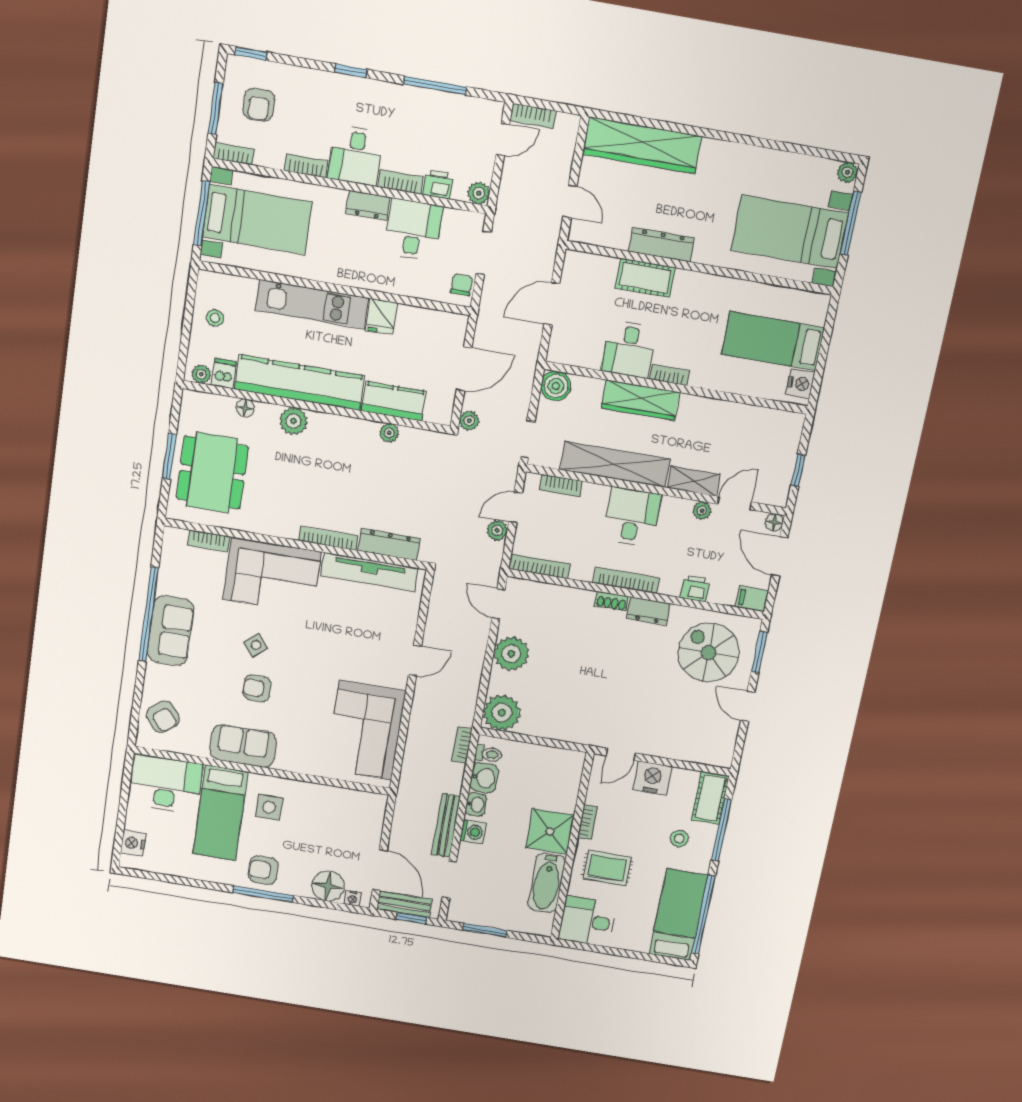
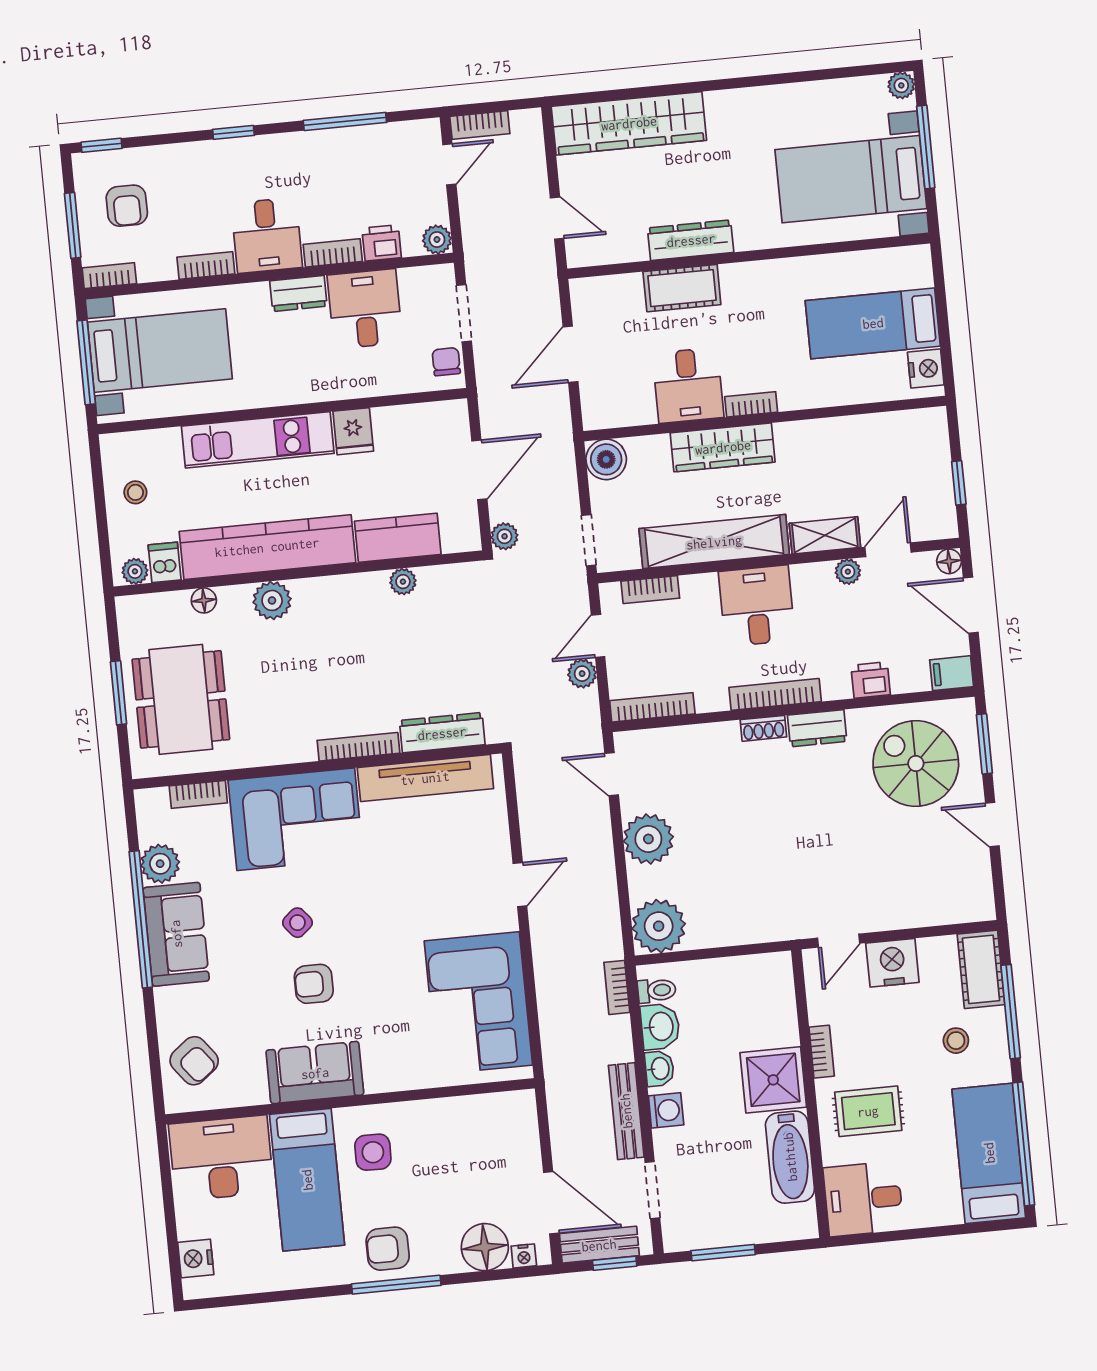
plant: (171, 581) -> (160, 864), added

